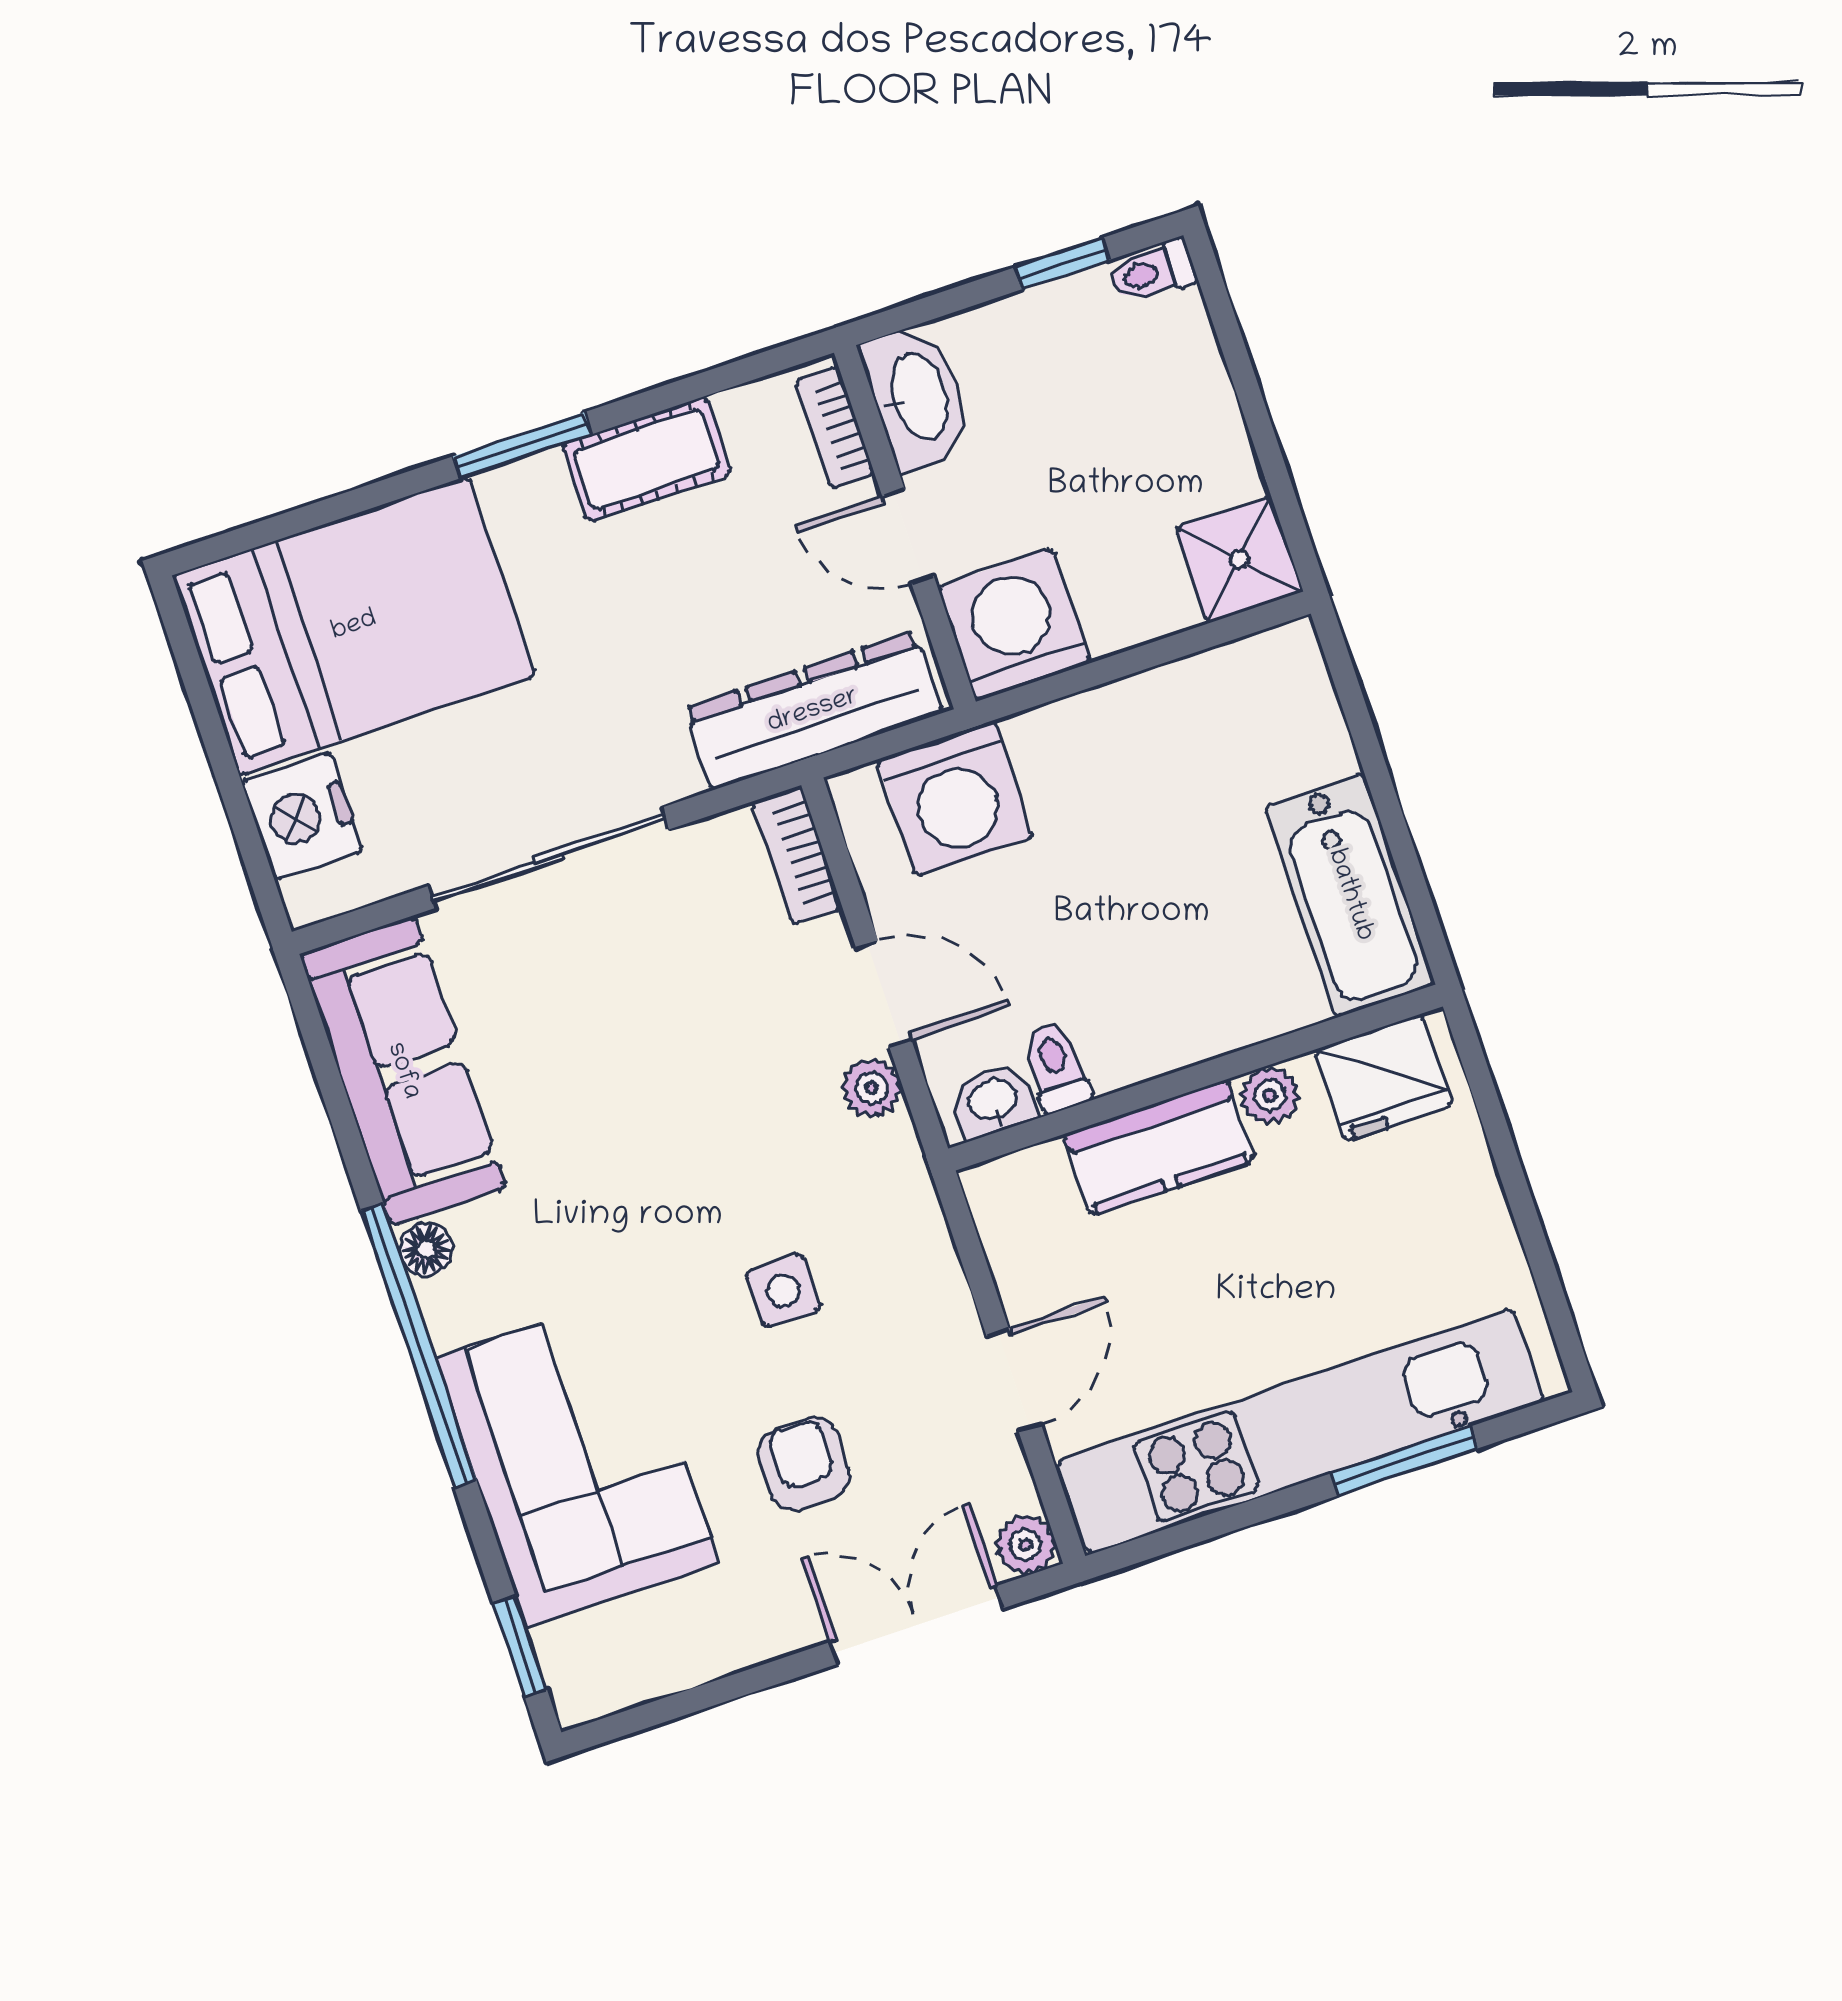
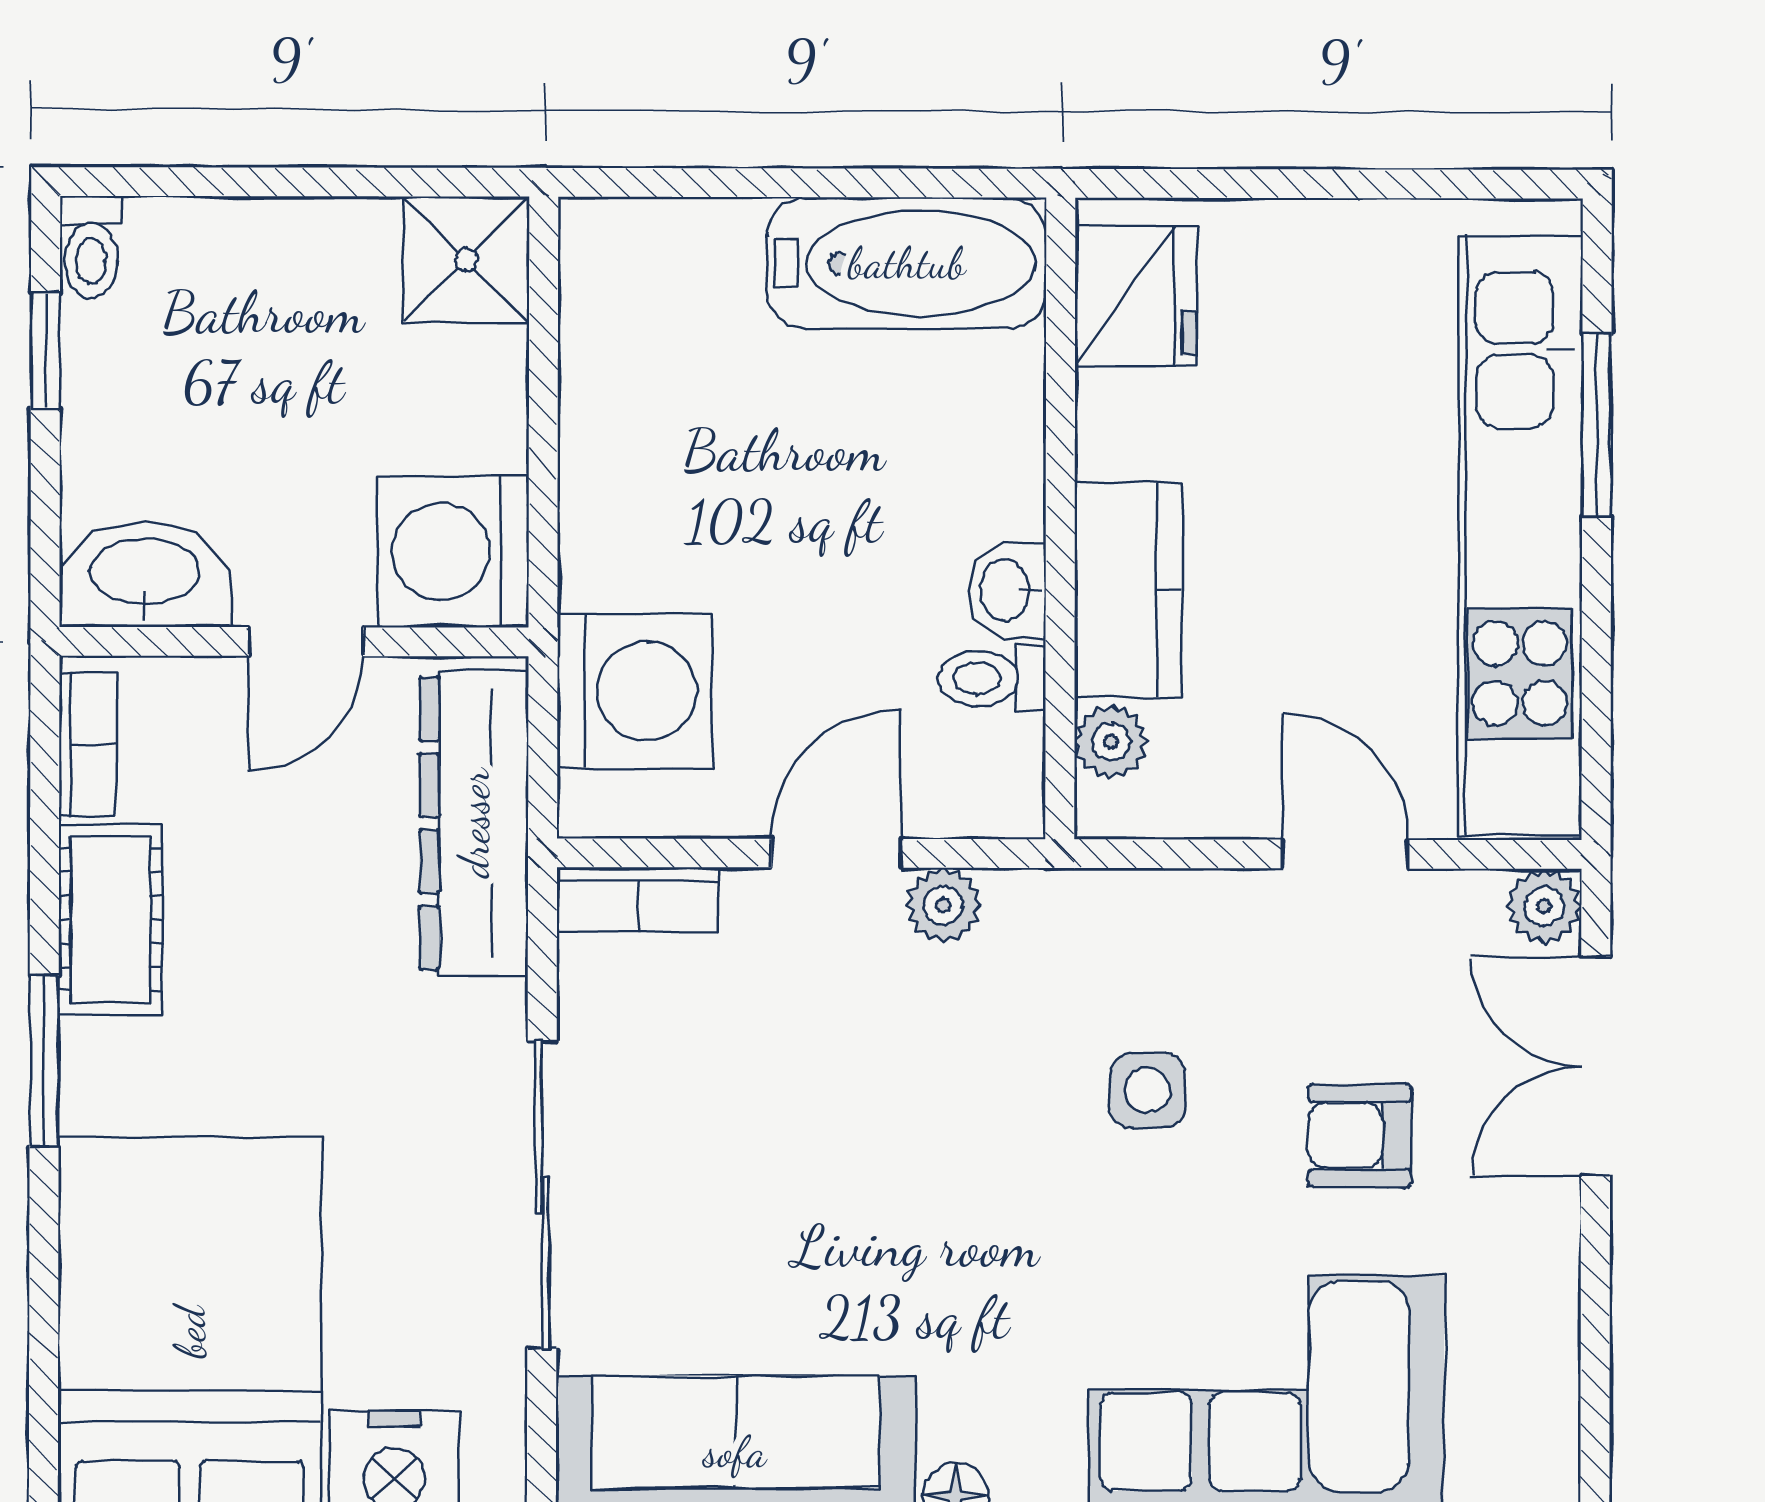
bookcase: (835, 427) -> (88, 745), moved, turned -90
plant: (1270, 1096) -> (1111, 742), moved
washbasin: (993, 1101) -> (1007, 590), moved

